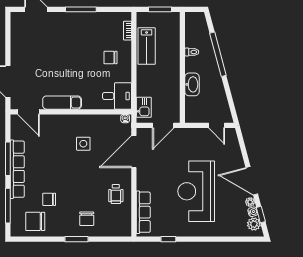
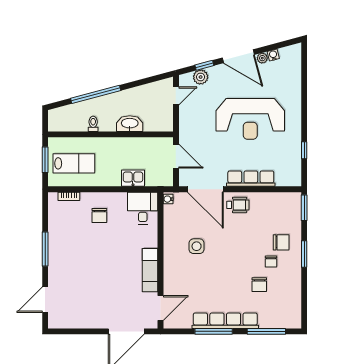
lab bench: (147, 46) -> (74, 163), moved
kitchen sink: (144, 107) -> (133, 178), moved
door: (252, 181) -> (238, 56), hinge flipped
wheelchair: (116, 194) -> (238, 205), moved
row of seats: (143, 212) -> (251, 179), moved
window: (261, 215) -> (204, 65), moved
chair: (35, 221) -> (271, 262), moved, width x0.54, depth x0.54
plant: (254, 224) -> (201, 77), moved
window: (117, 239) -> (304, 208), added

